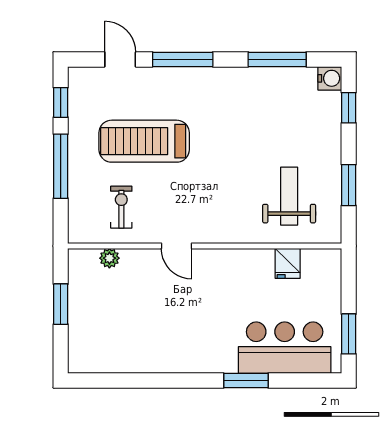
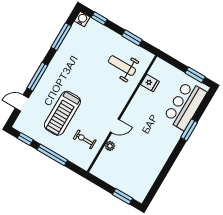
plant: (109, 258) -> (110, 146), moved
window: (61, 304) -> (123, 196), moved

